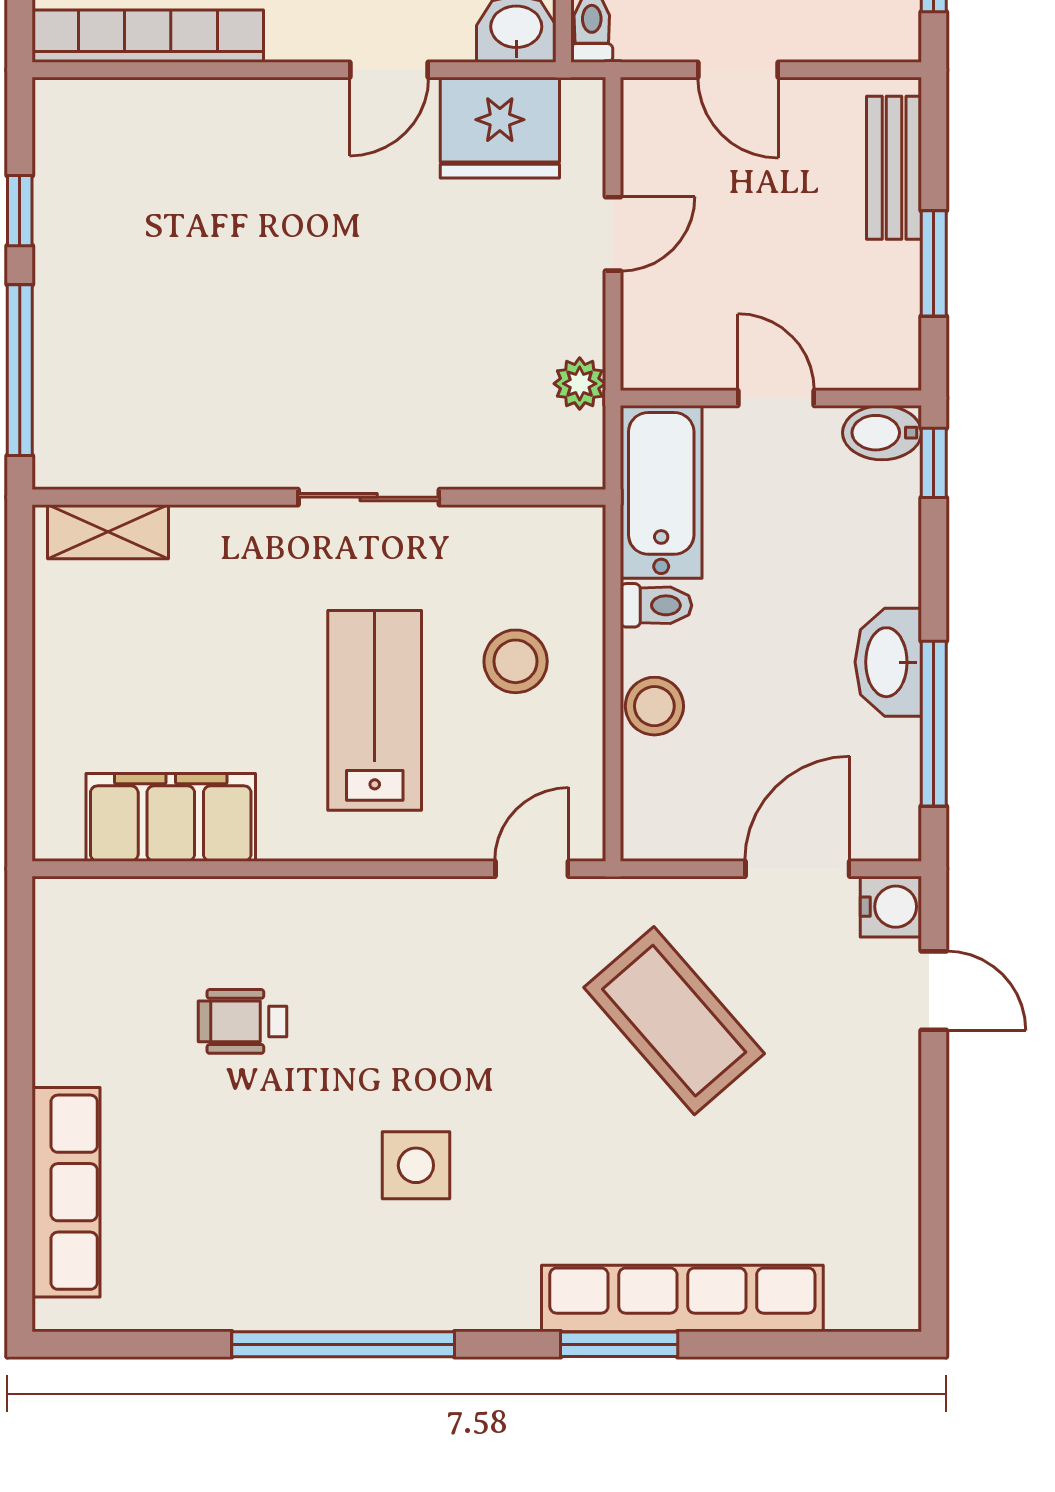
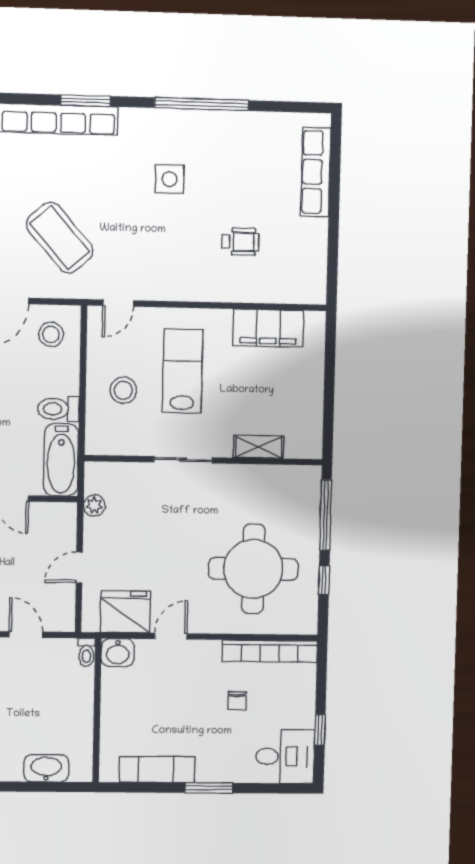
round table: (192, 236) -> (253, 569), added
shelving: (108, 532) -> (259, 447), moved
toilet: (656, 605) -> (58, 409), width x1.37, depth x1.39
stool: (654, 706) -> (51, 334), moved
lab bench: (375, 710) -> (182, 371), turned 180

